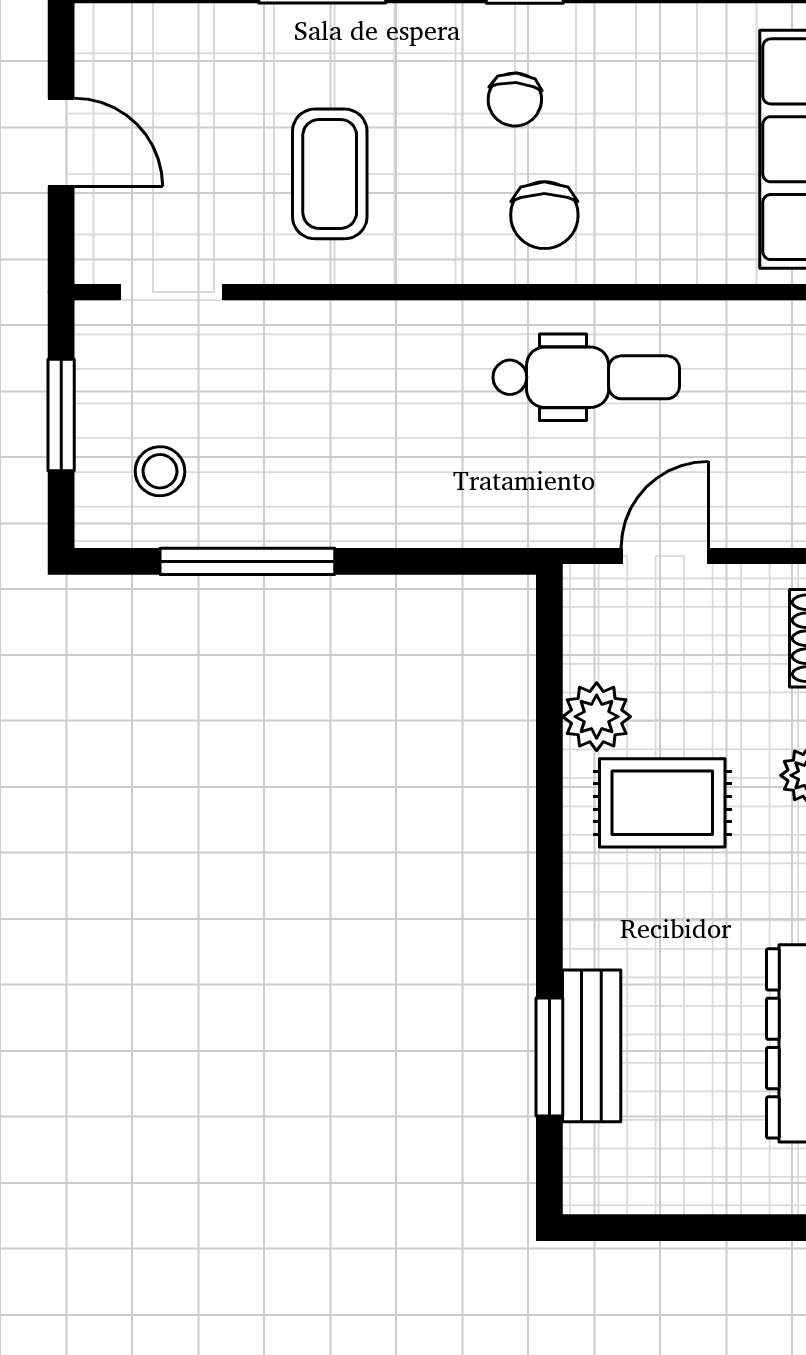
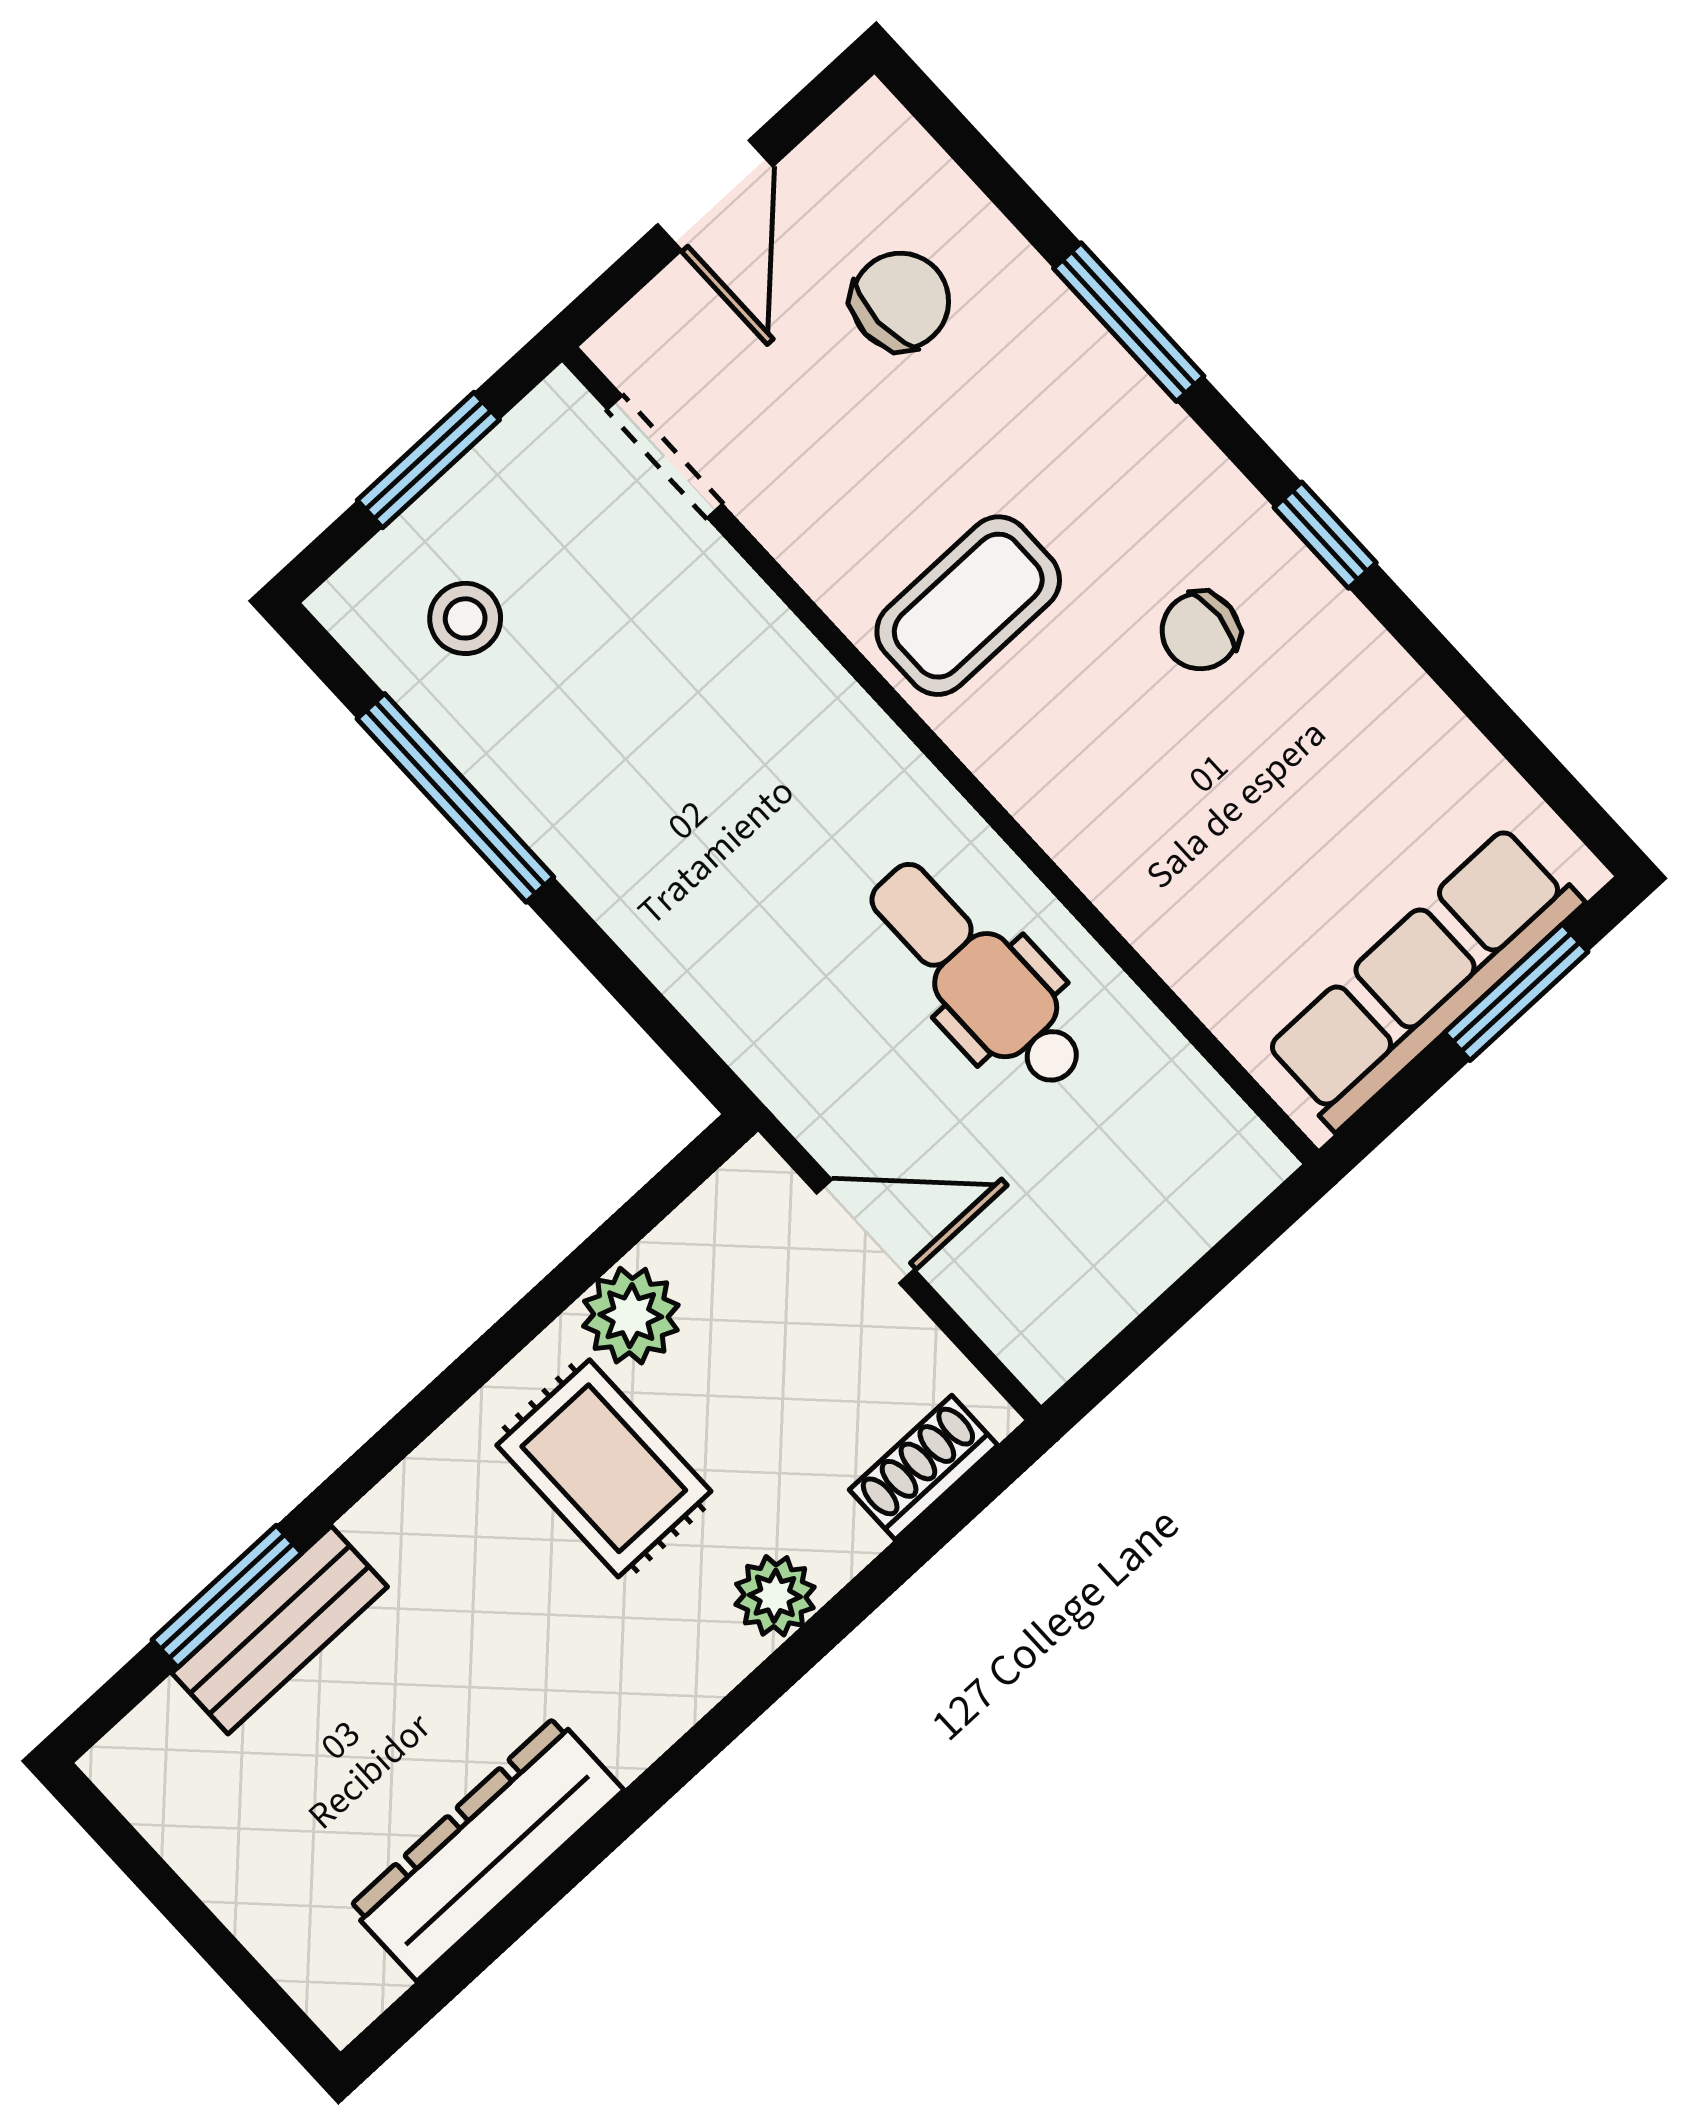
coffee table: (330, 174) -> (968, 606), moved
chair: (544, 215) -> (900, 301), moved, turned 180
dental chair: (586, 377) -> (978, 976), turned 180

